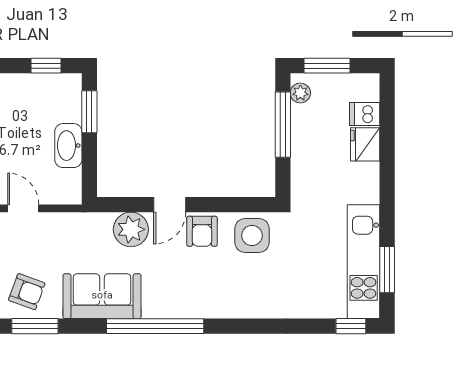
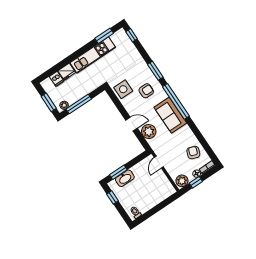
washbasin: (68, 146) -> (125, 178), moved
door: (23, 208) -> (159, 162), moved
armchair: (202, 231) -> (146, 91), moved
kitchen unit: (364, 262) -> (93, 55), moved
sofa: (102, 296) -> (170, 115), moved
window: (35, 326) -> (155, 71), moved

